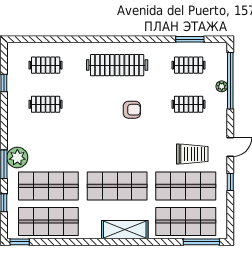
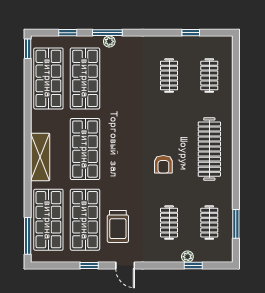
window: (230, 81) -> (193, 265), width x0.32
plant: (17, 157) -> (109, 41), width x0.53, depth x0.53

